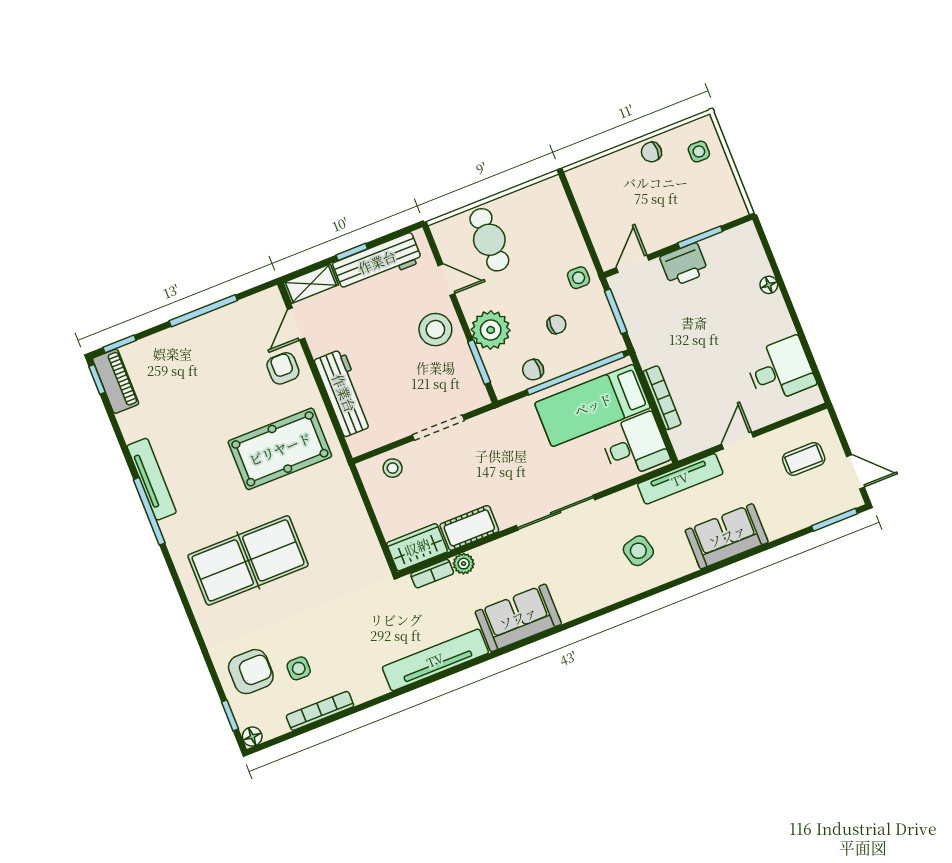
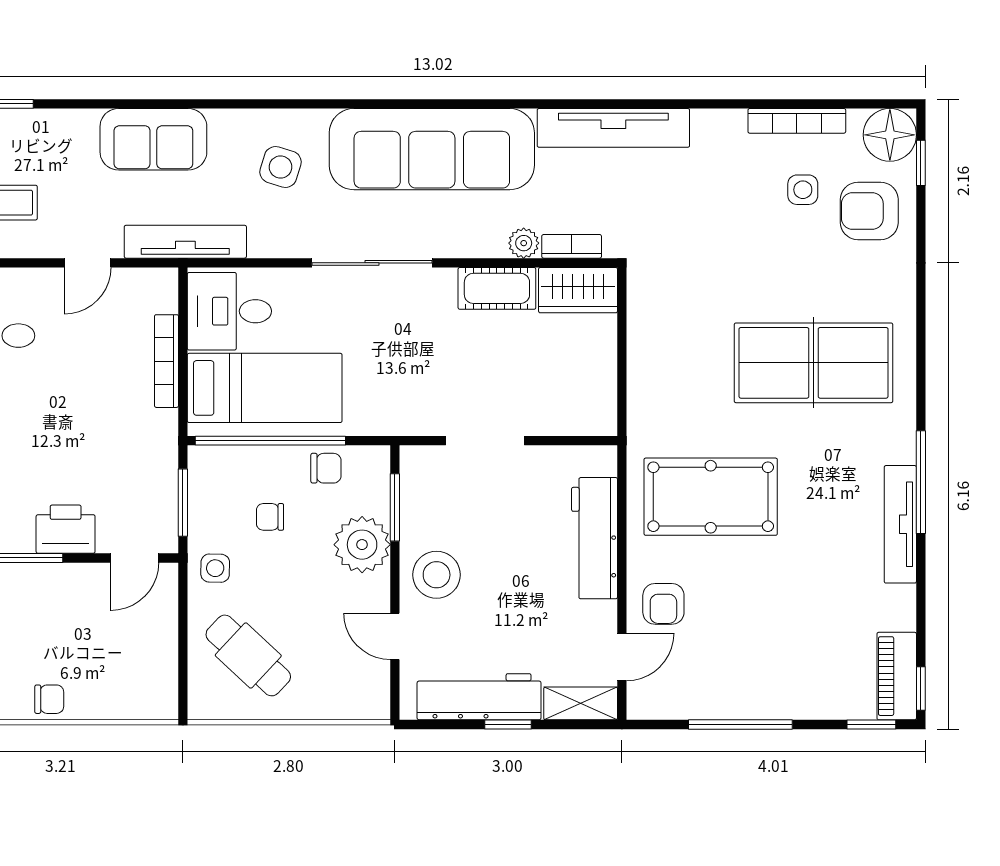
cafe table: (489, 240) -> (248, 655), moved, turned -47
stool: (393, 468) -> (569, 410), removed
side table: (638, 551) -> (281, 167), turned 31
sofa: (518, 618) -> (432, 149), width x1.85, depth x1.27
floor lamp: (252, 737) -> (890, 135), width x1.89, depth x1.89

